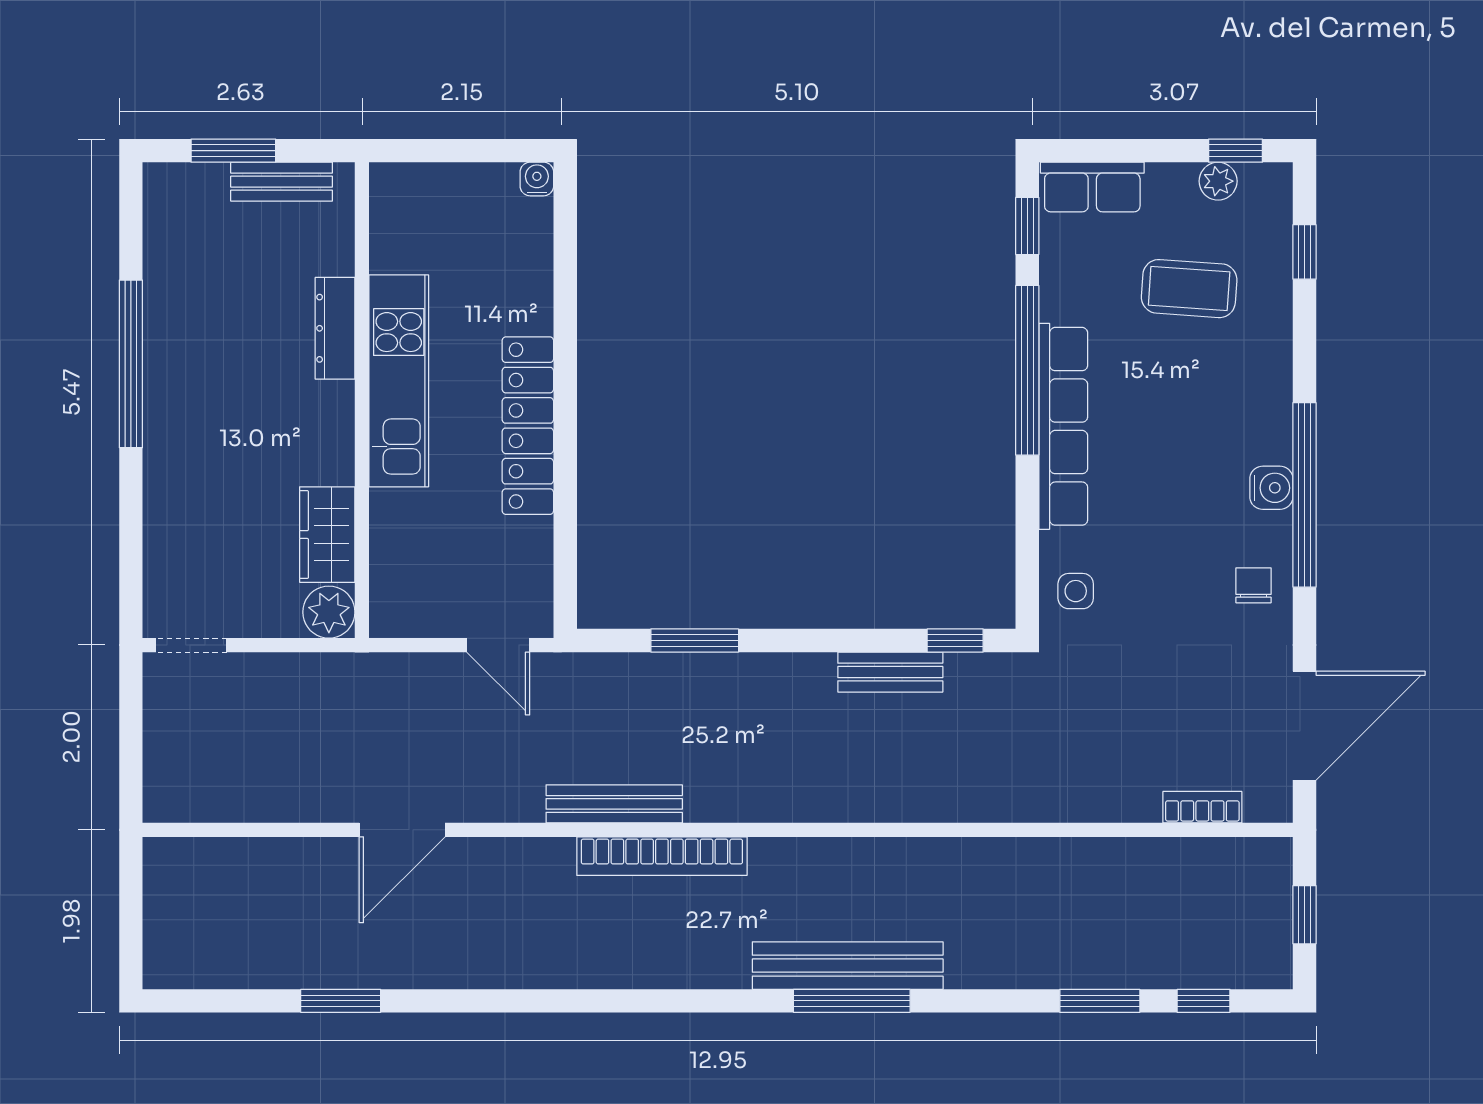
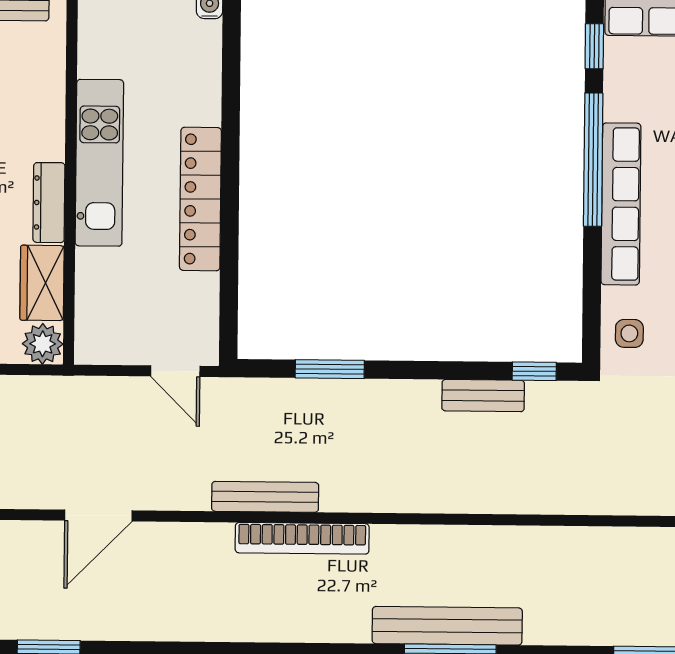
dresser: (335, 328) -> (49, 203), moved

